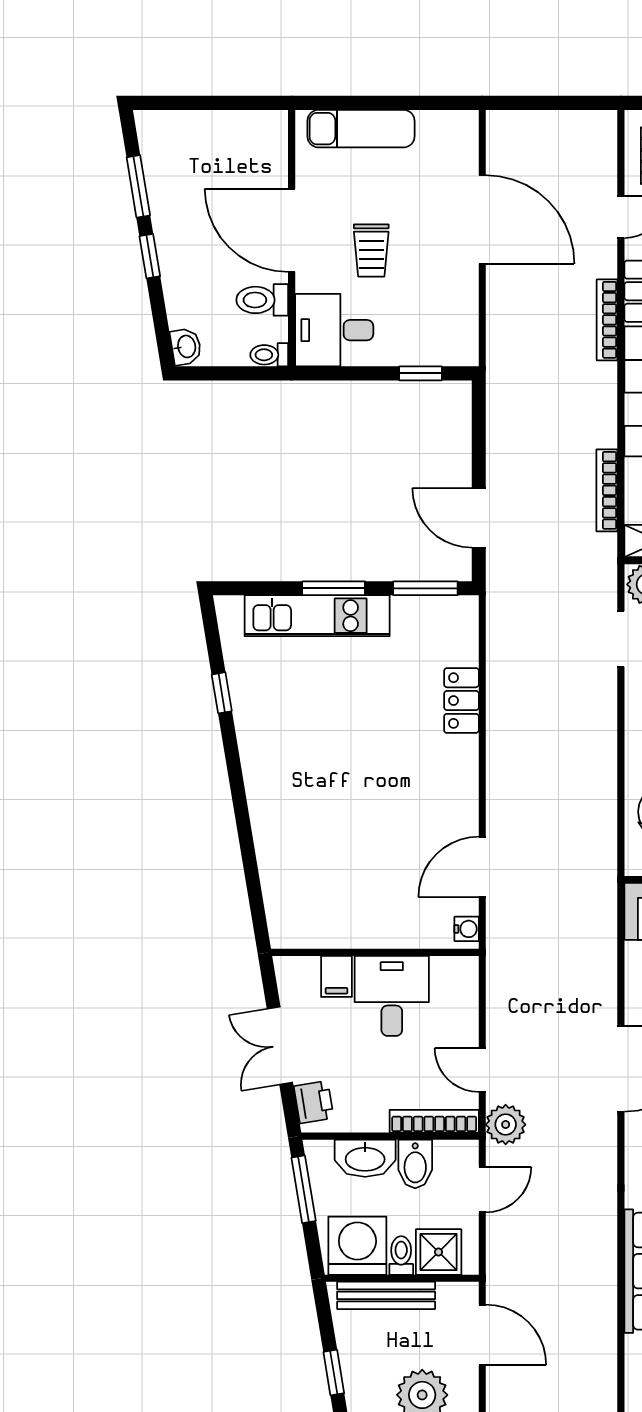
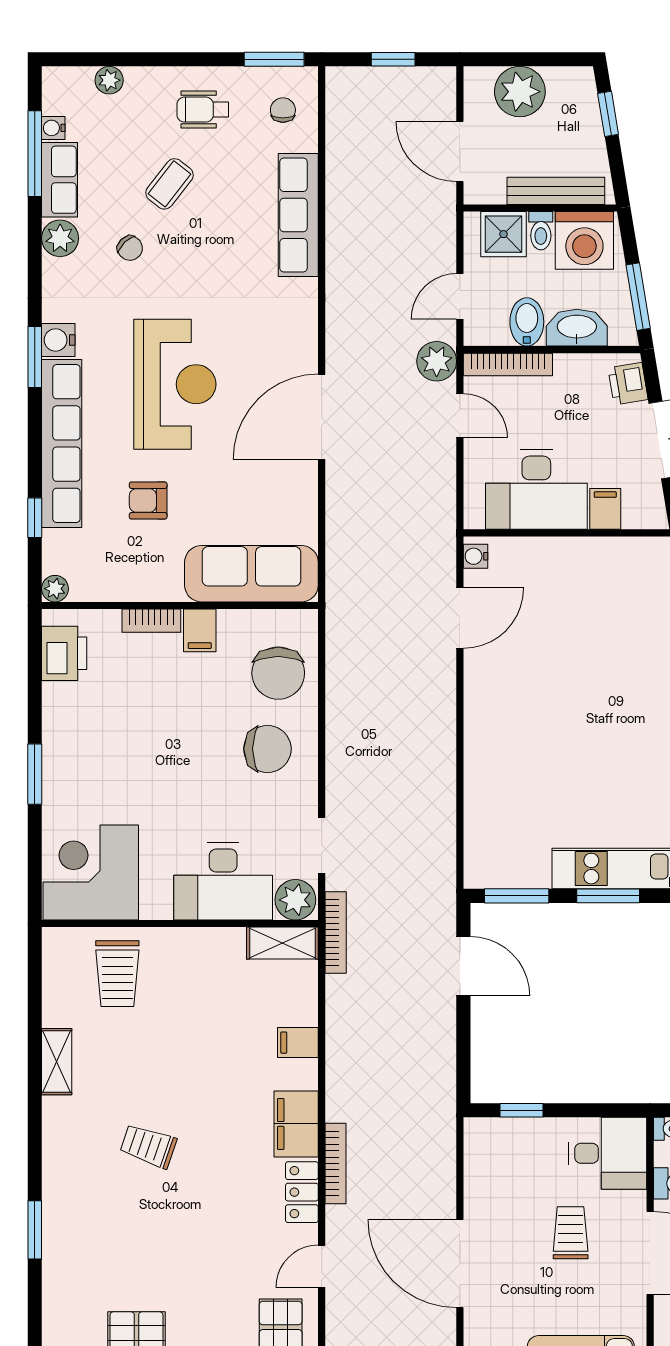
bookcase: (607, 490) -> (336, 932), moved
locker: (461, 701) -> (481, 784), removed
desk: (392, 996) -> (536, 490), width x1.37

